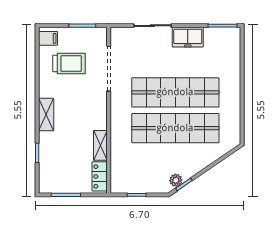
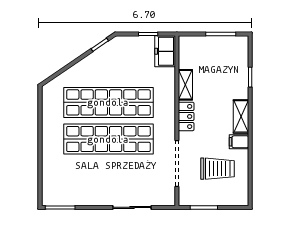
freezer: (188, 37) -> (165, 51), moved, turned -90
filing cabinet: (48, 38) -> (239, 142), moved
trolley: (69, 64) -> (218, 169), turned 180
locker: (100, 176) -> (186, 116), moved
plant: (176, 180) -> (108, 49), removed

